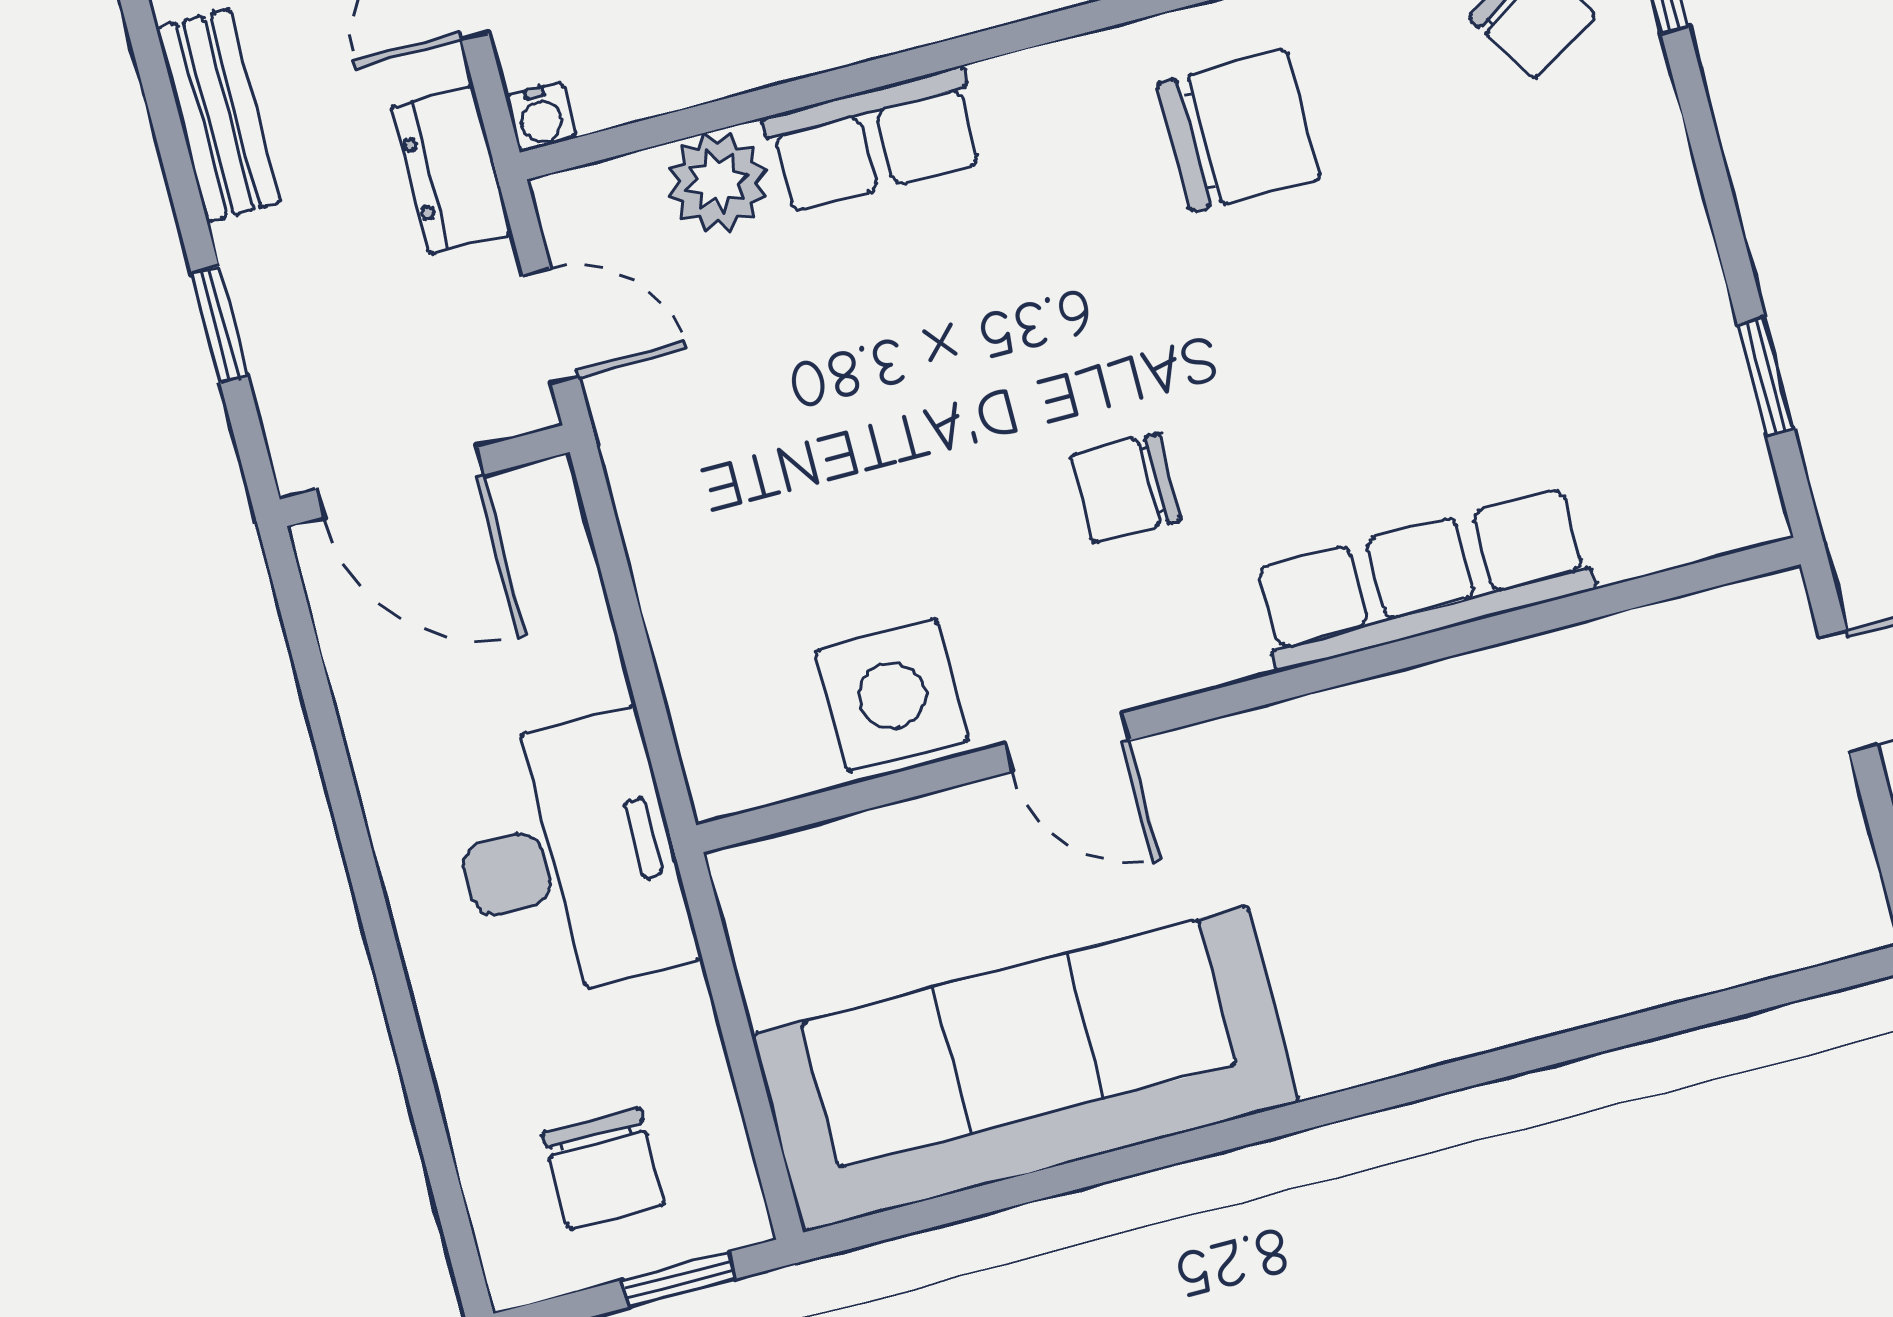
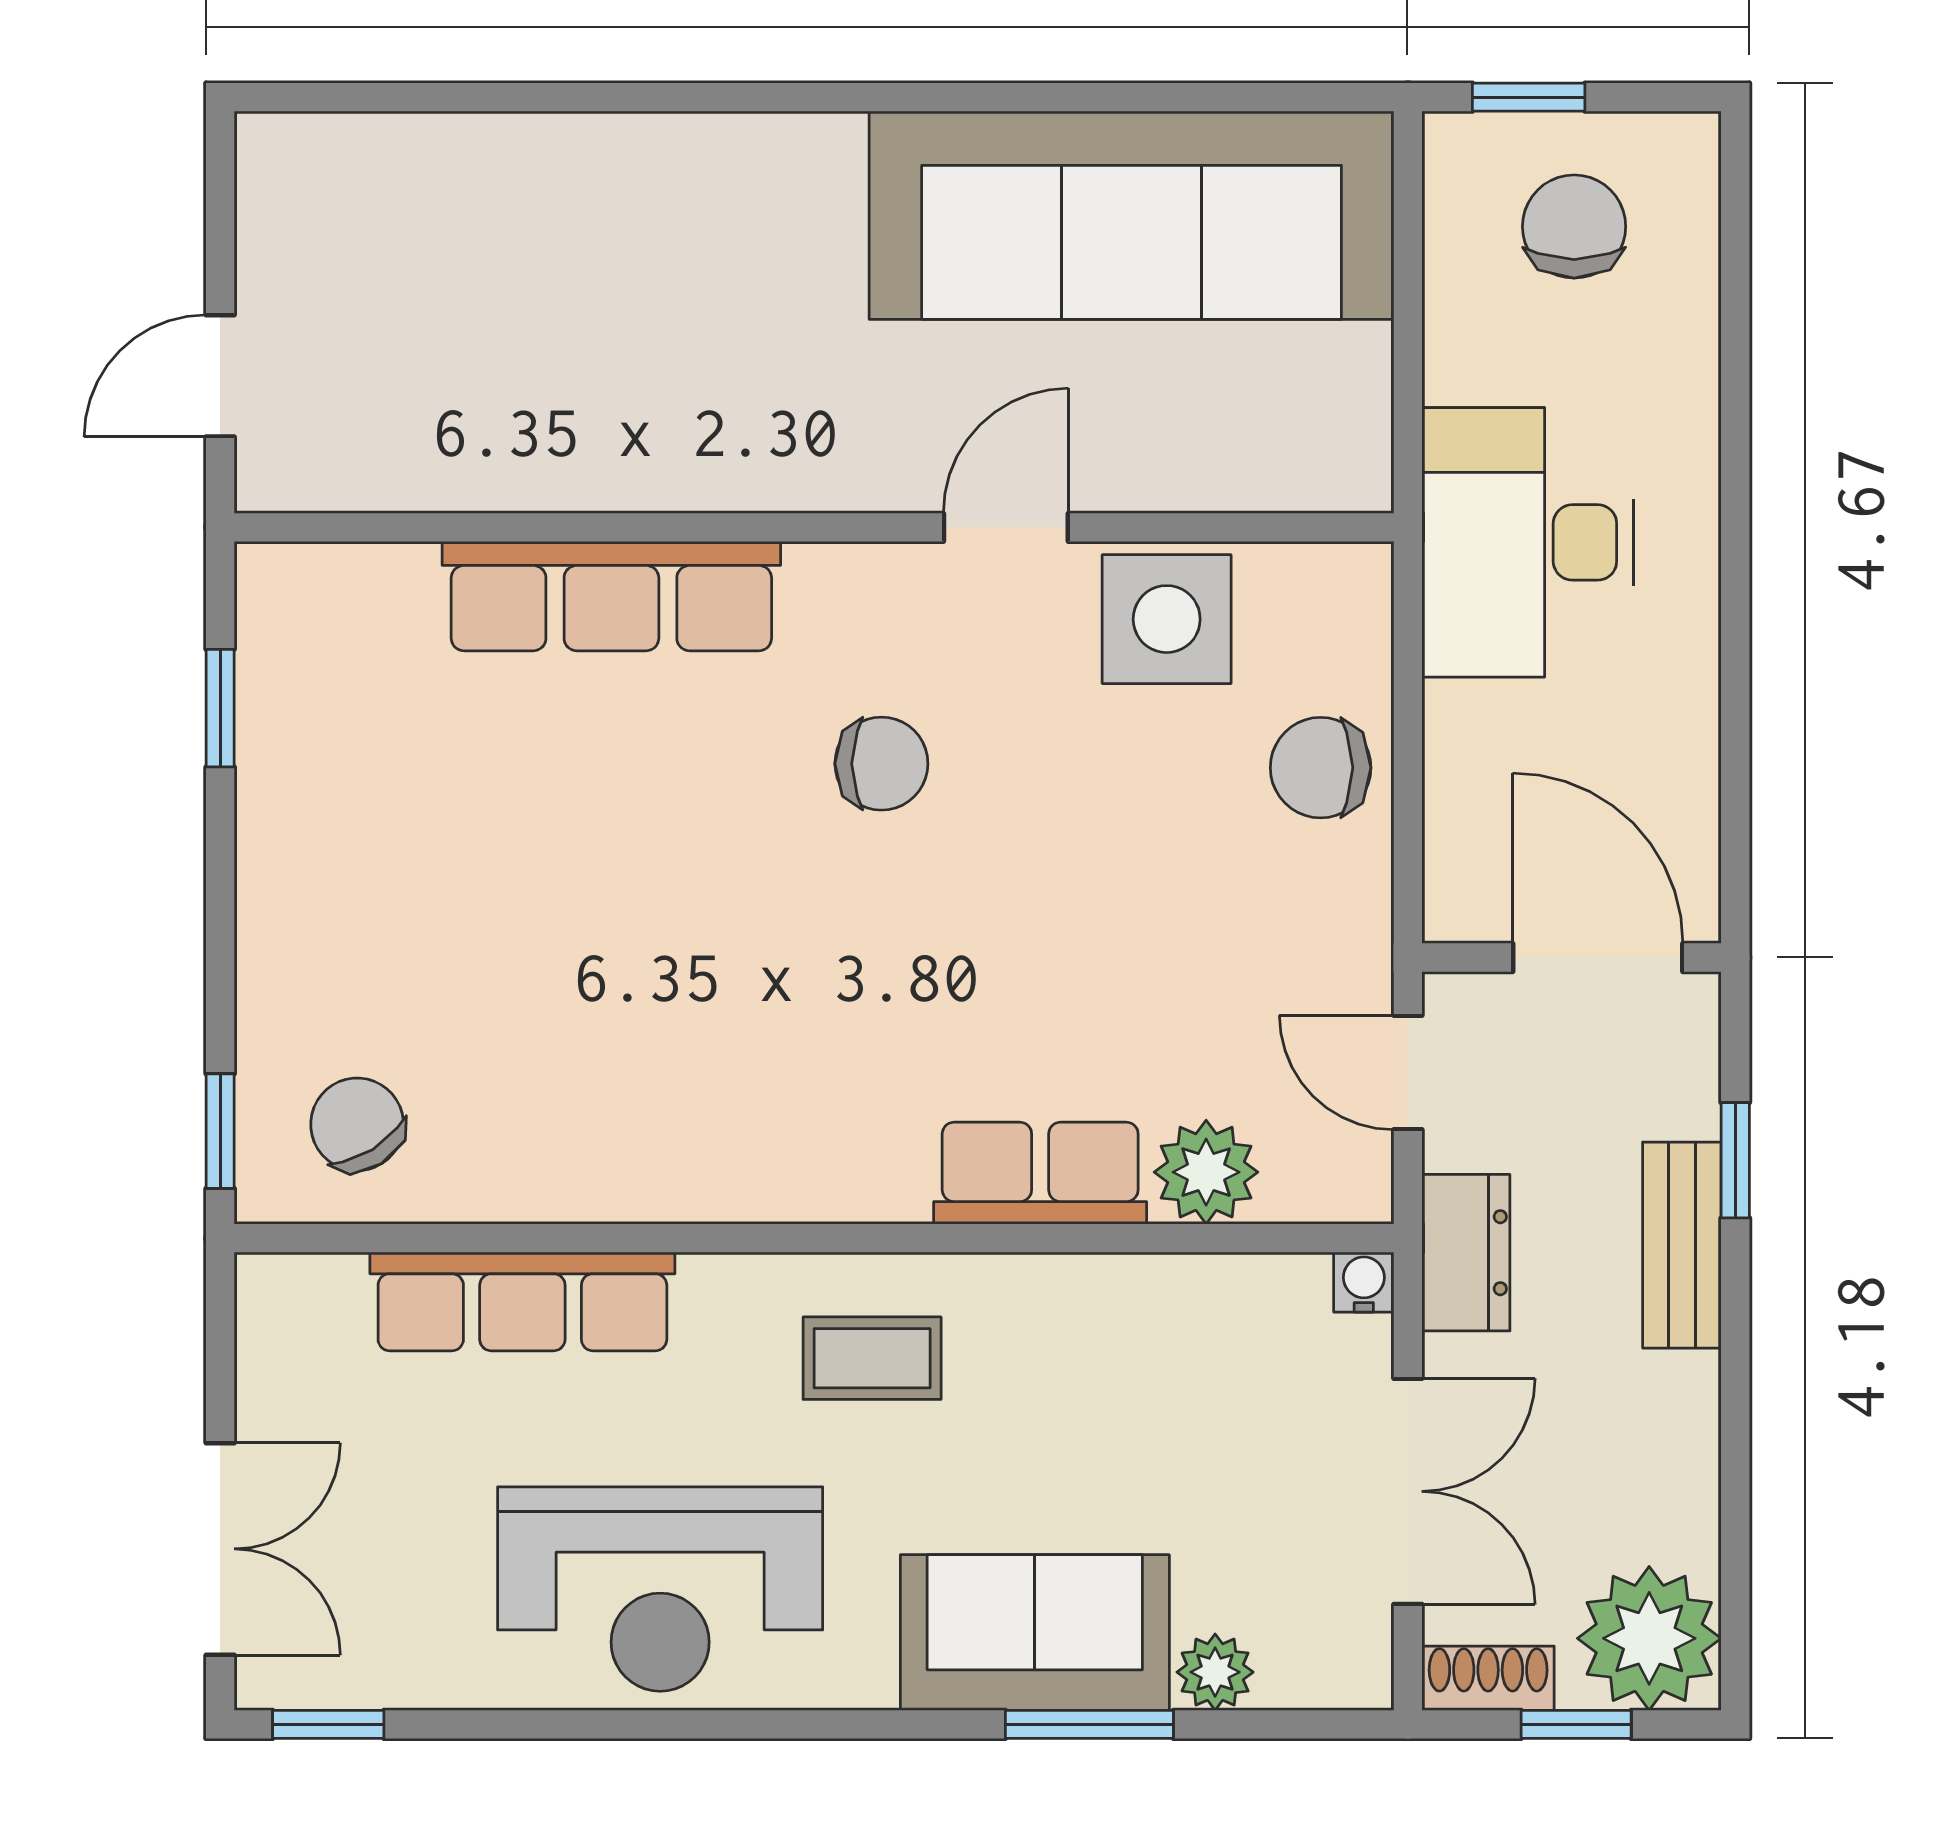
bench: (219, 115) -> (1682, 1245), moved
chair: (1238, 131) -> (1321, 768), moved, width x0.73, depth x0.73
door: (1067, 742) -> (1006, 527), hinge flipped

